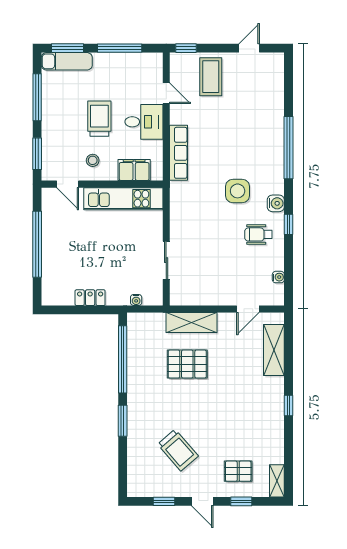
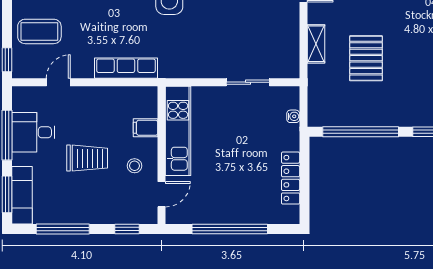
trolley: (99, 119) -> (87, 158), turned 180
desk: (144, 122) -> (33, 132), moved, turned -90
window: (37, 154) -> (127, 229), width x0.67
filing cabinet: (134, 170) -> (145, 128), width x0.50
locker: (90, 298) -> (291, 178), width x1.53
shelving: (191, 323) -> (316, 44), width x0.67, depth x0.75

